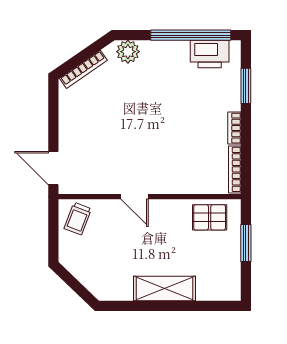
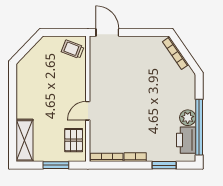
plant: (128, 52) -> (188, 118), moved
door: (53, 168) -> (107, 33), hinge flipped
door: (135, 197) -> (88, 111), moved
shelving: (164, 289) -> (24, 140), moved

